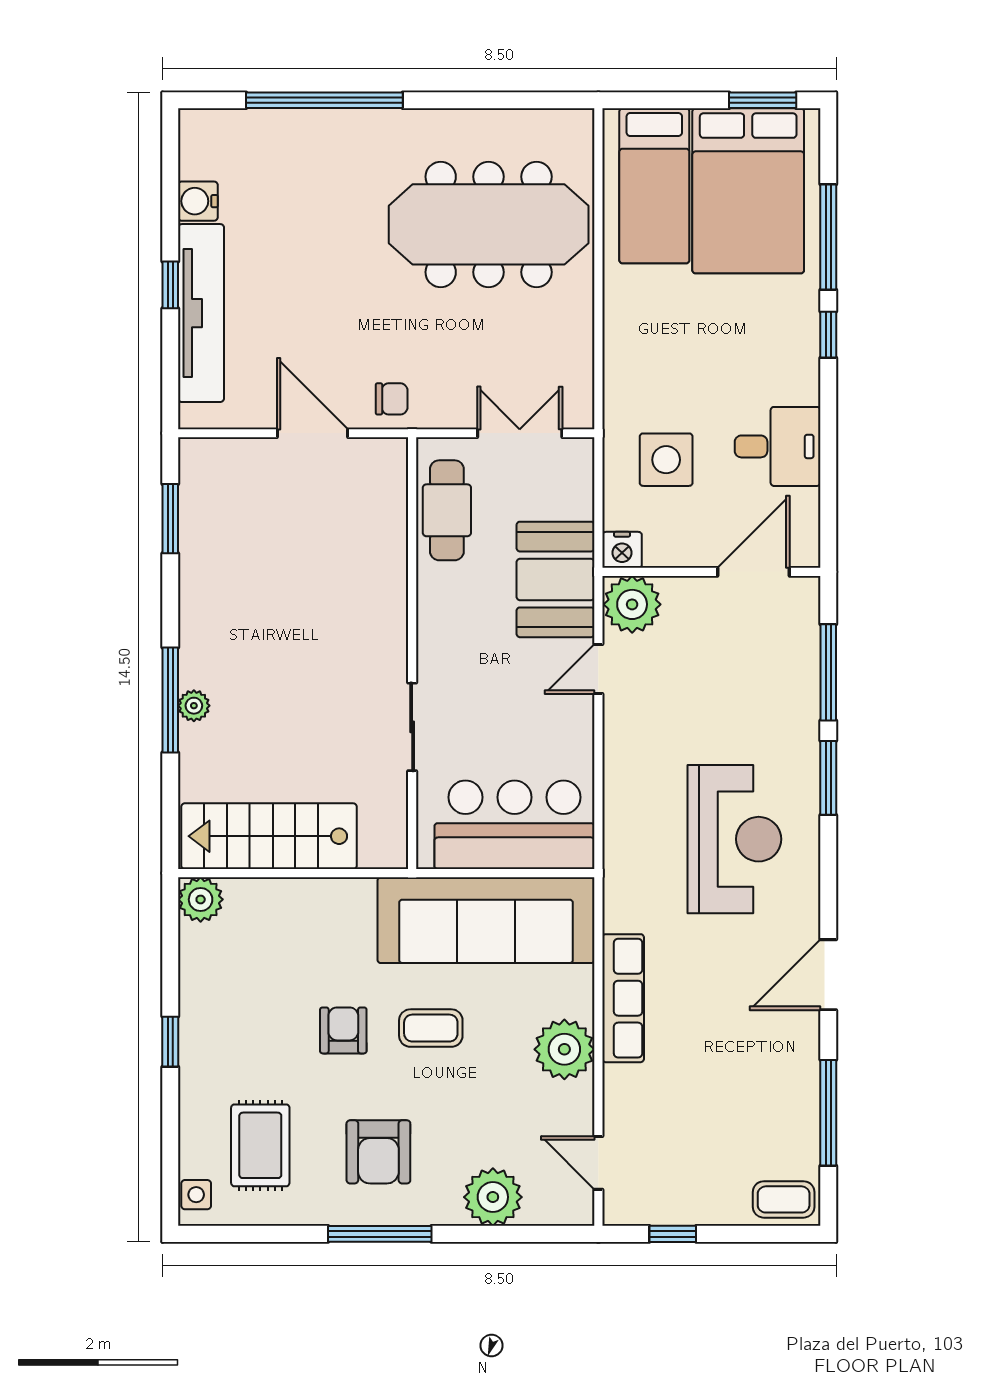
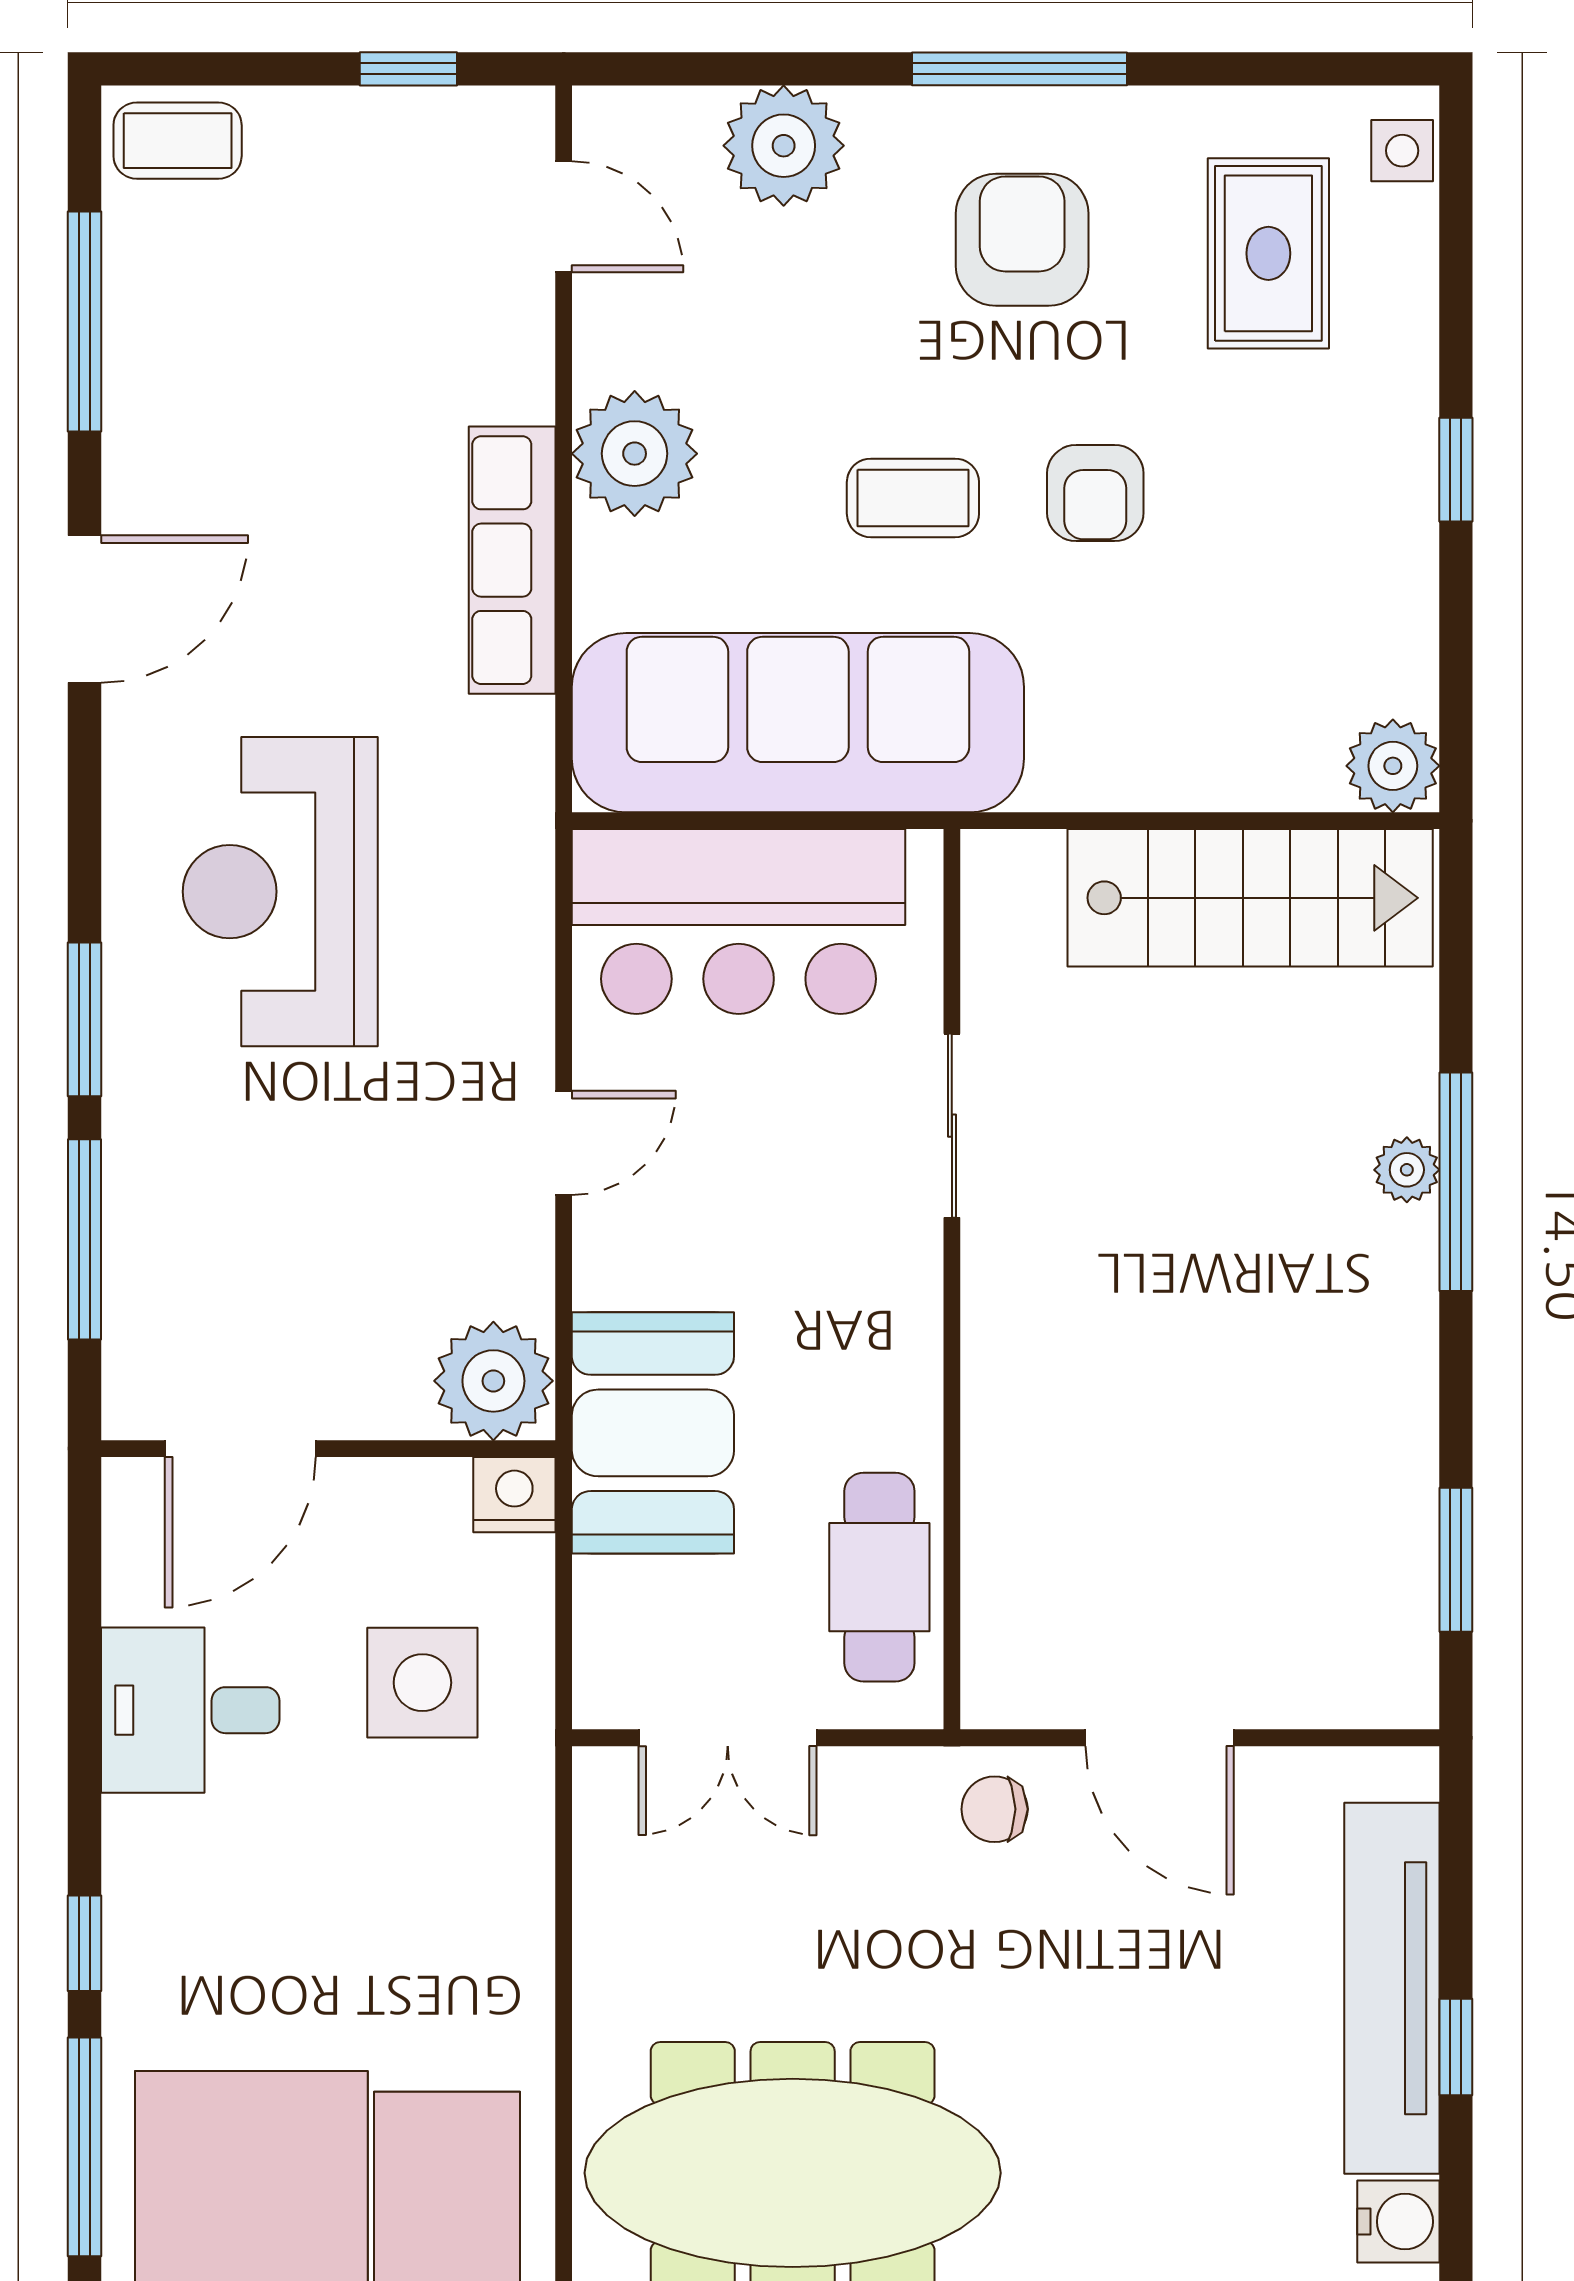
door: (598, 669) -> (564, 1143), moved

